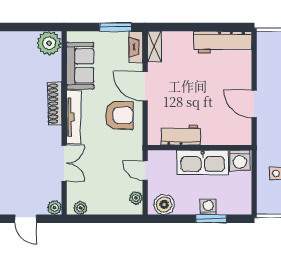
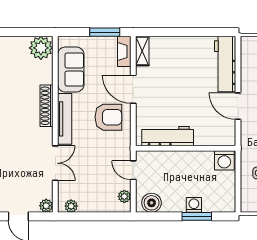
workbench: (223, 42) -> (225, 64), moved, turned 90
workbench: (181, 135) -> (168, 136), width x1.38
kitchen sink: (203, 162) -> (189, 162), removed

